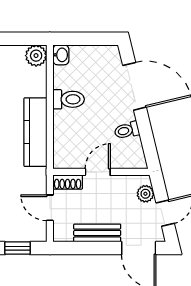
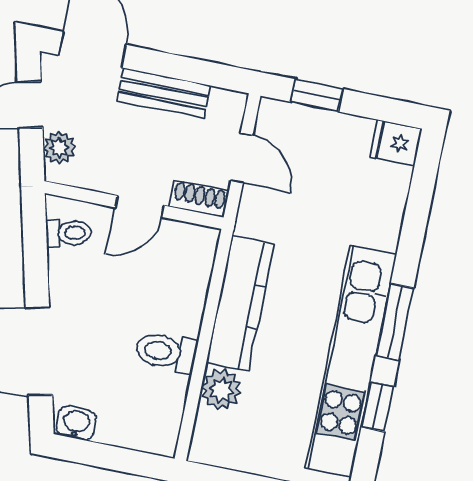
washbasin: (61, 55) -> (76, 423), moved, turned 90
plant: (36, 56) -> (221, 390), moved
toilet: (127, 130) -> (69, 233), moved

